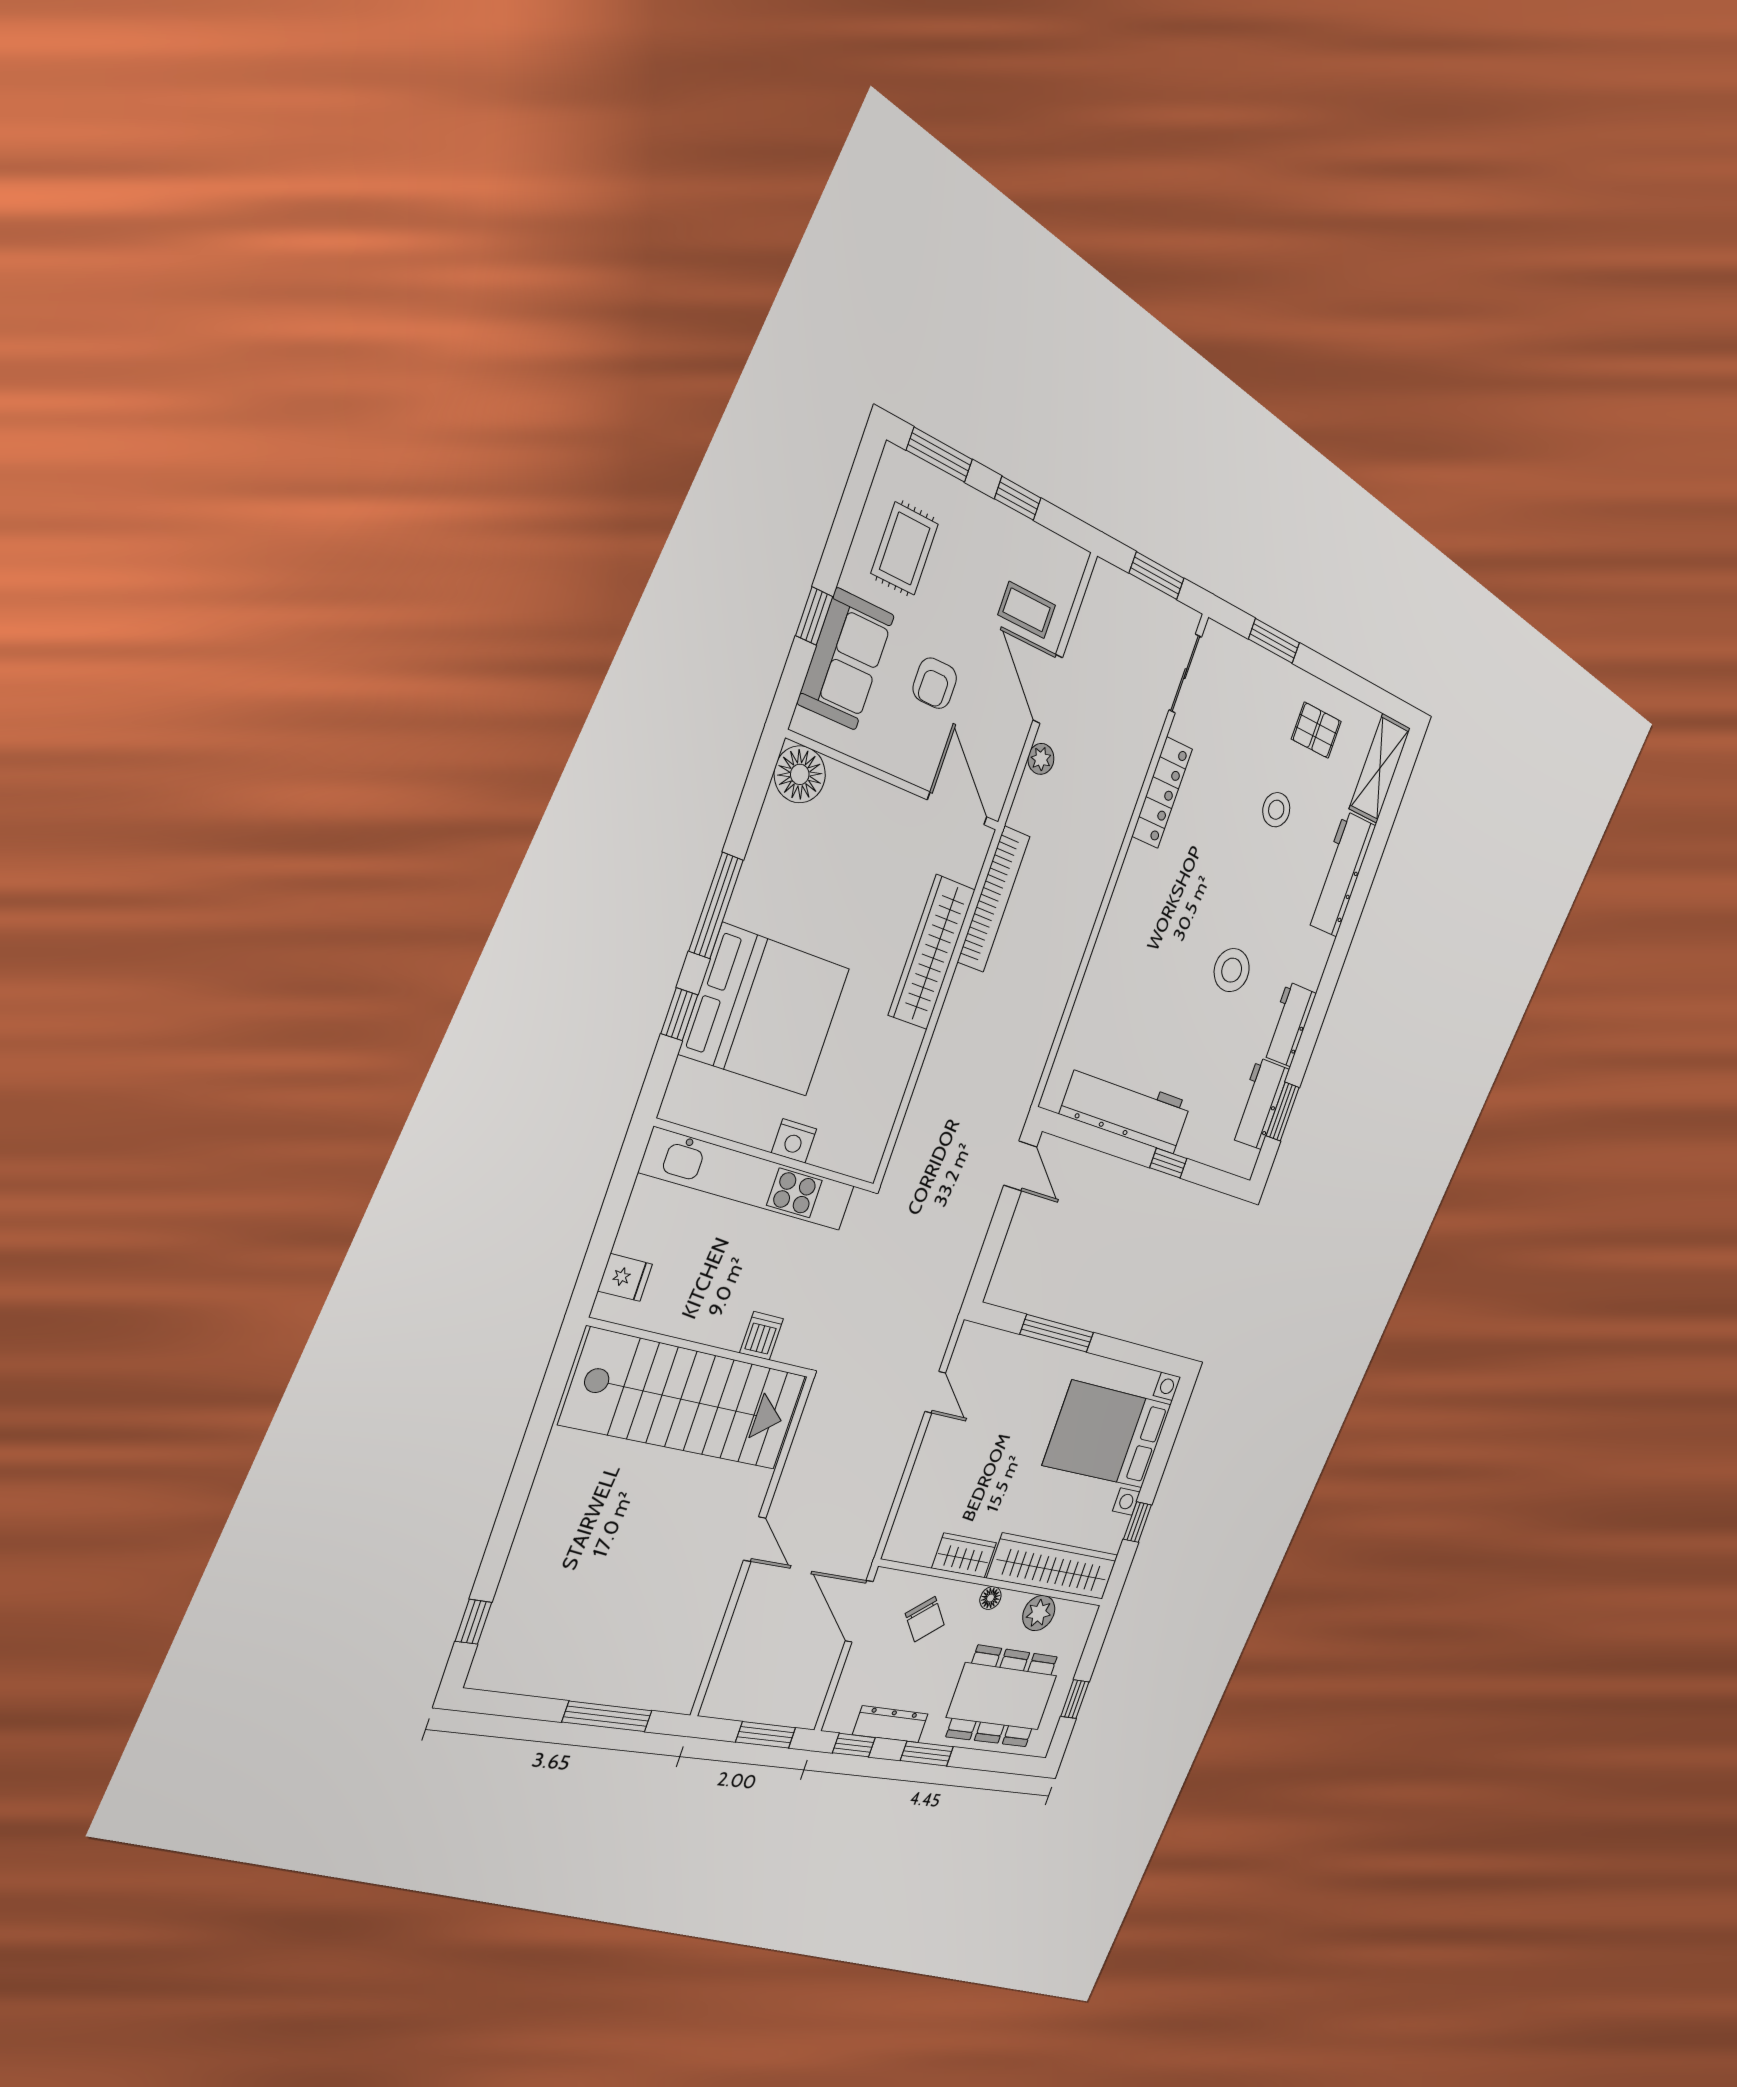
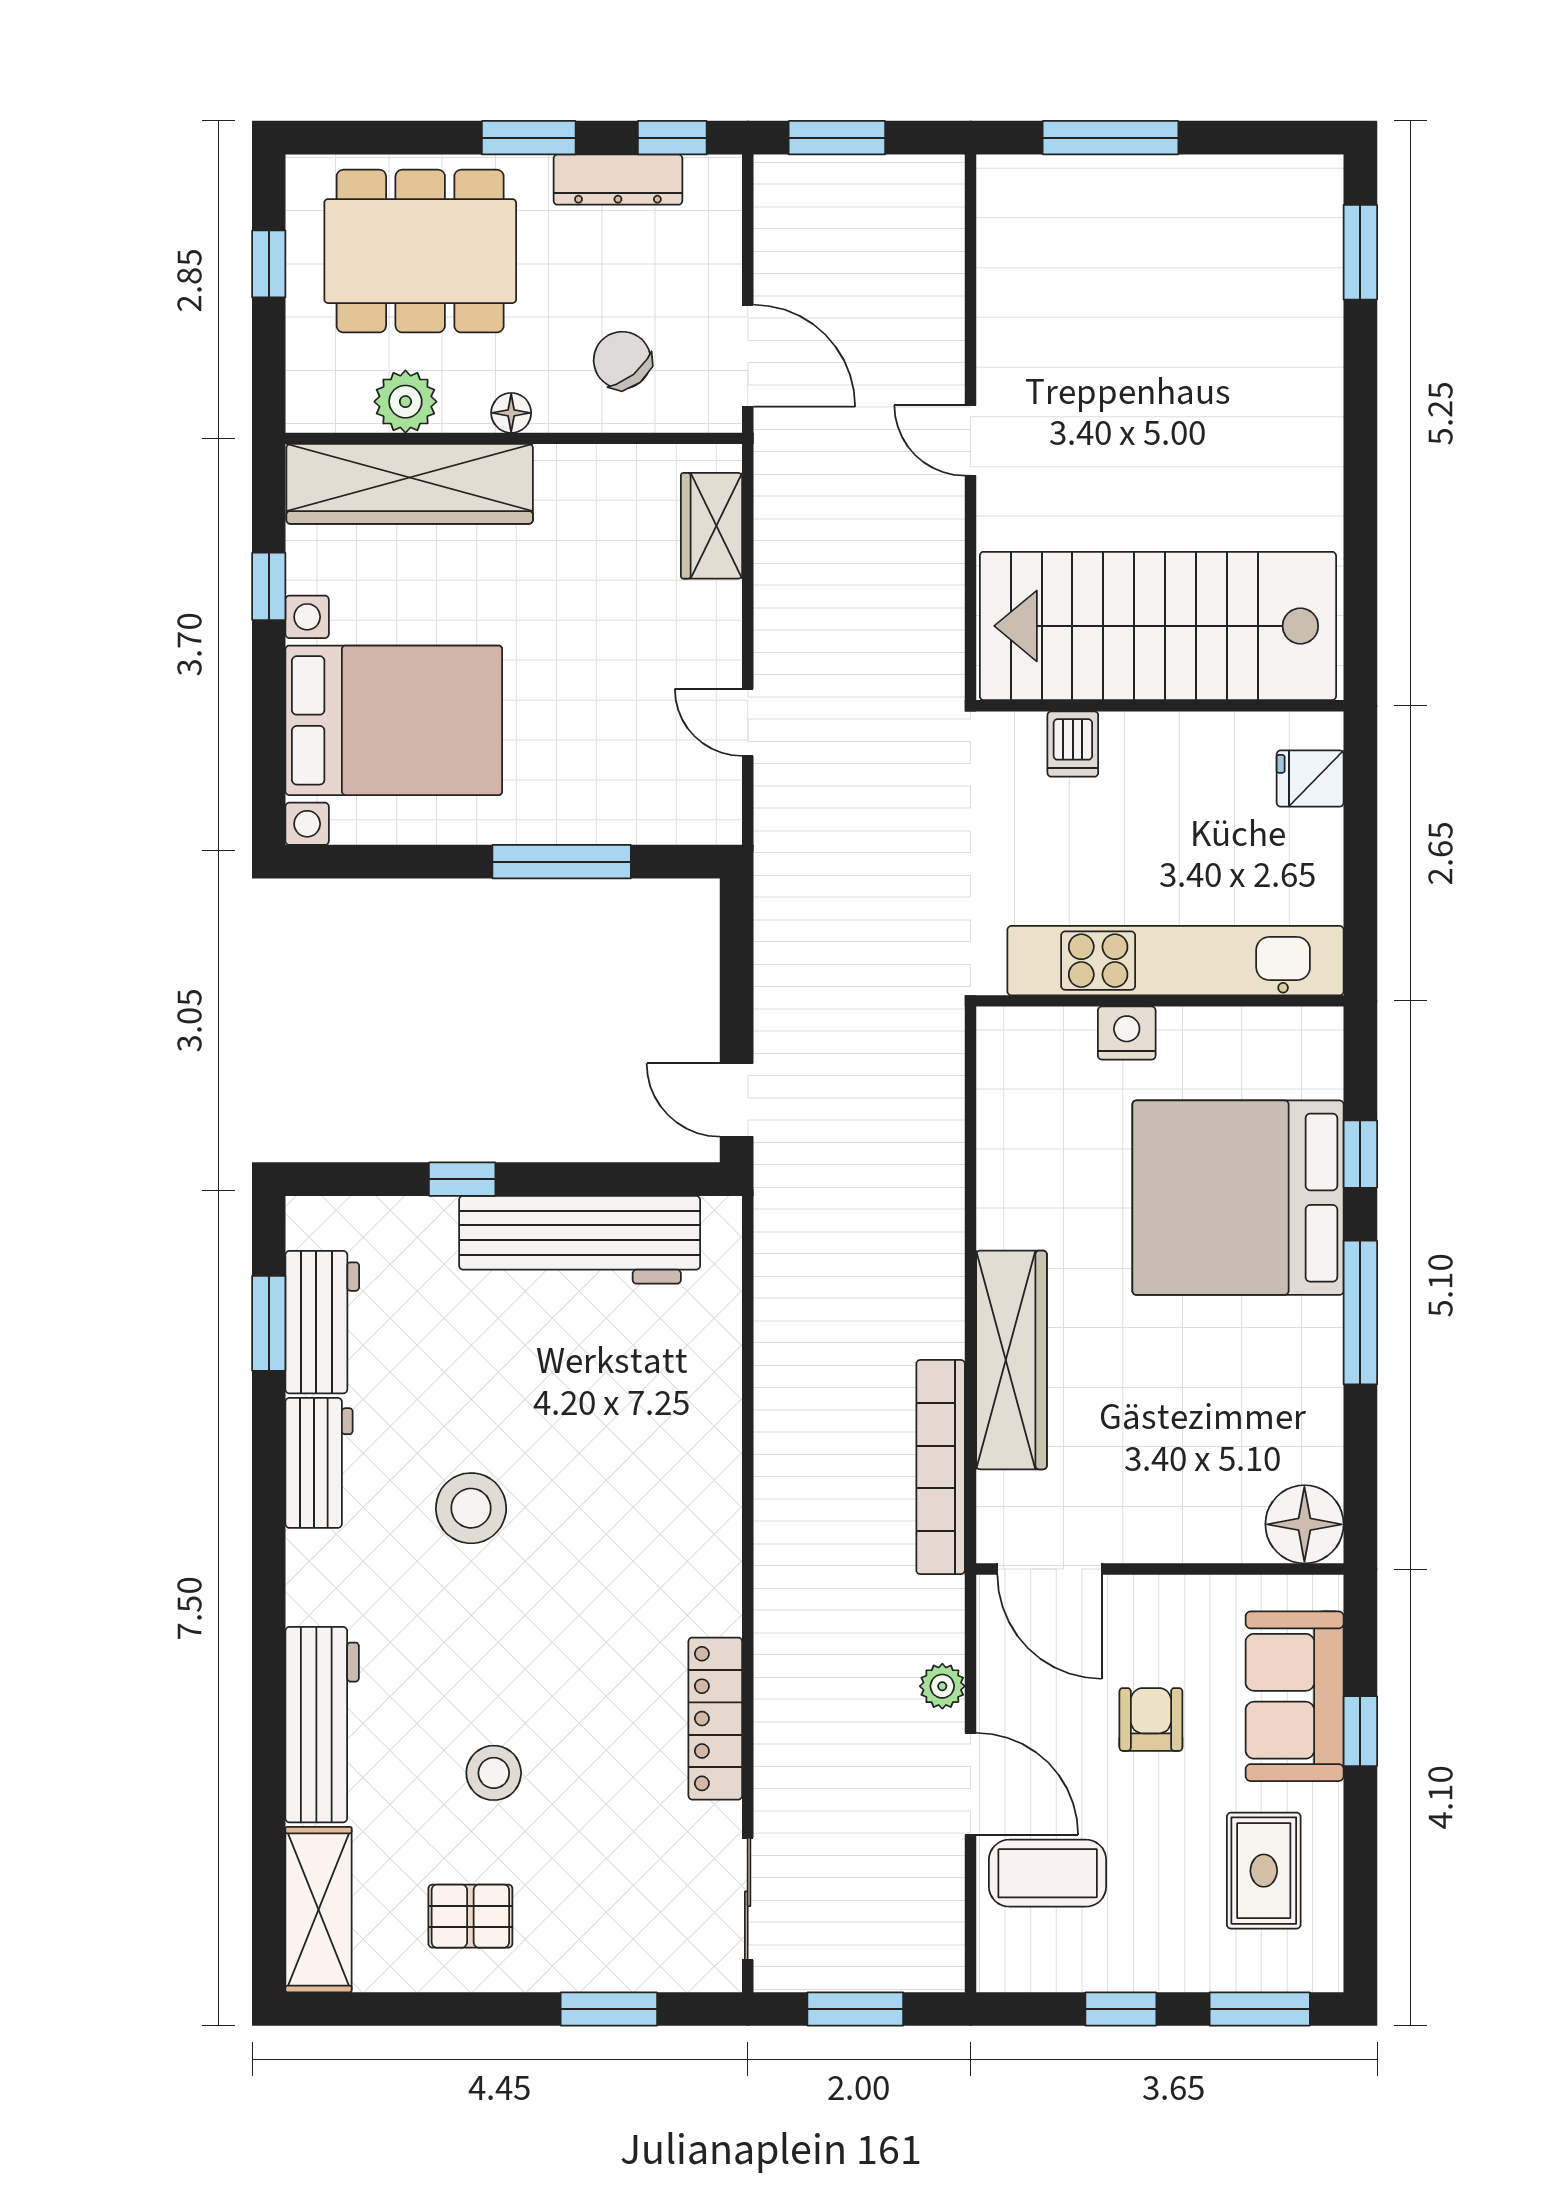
coffee table: (1027, 610) -> (1048, 1873), width x1.36, depth x1.30
wardrobe: (964, 1555) -> (711, 526), moved, turned 90
window: (473, 1622) -> (1360, 252), width x1.50

